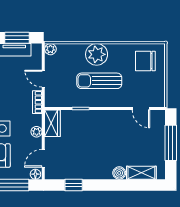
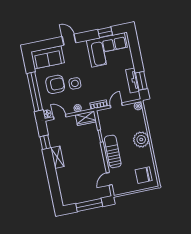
chair: (145, 61) -> (144, 175), turned -90
sun lounger: (99, 81) -> (113, 151), moved
boiler: (119, 173) -> (60, 173), removed
shelving: (141, 173) -> (57, 157), moved

